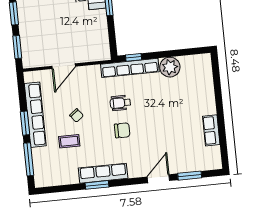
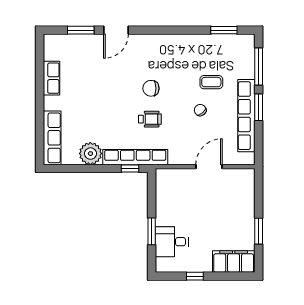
window: (17, 47) -> (259, 193), removed
row of seats: (103, 173) -> (52, 138), moved, turned -90
window: (97, 185) -> (224, 30), moved

